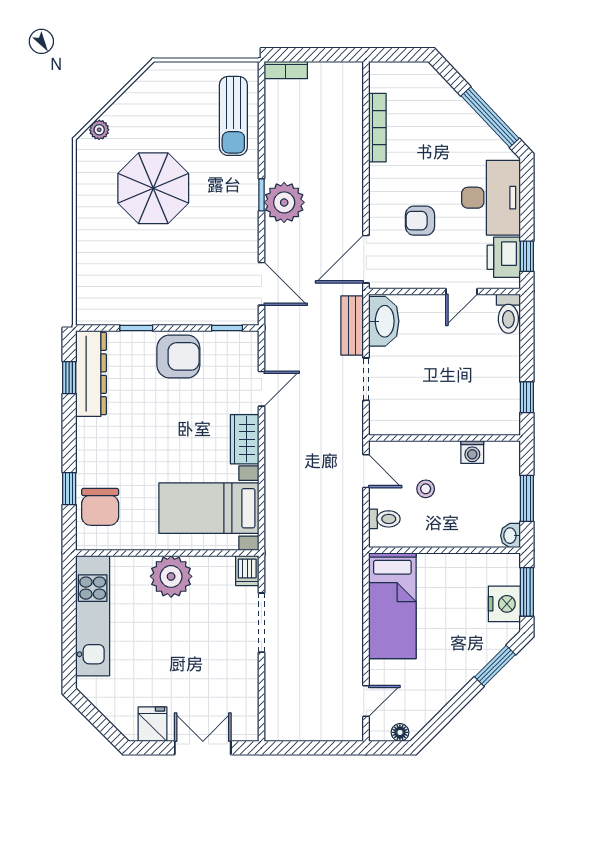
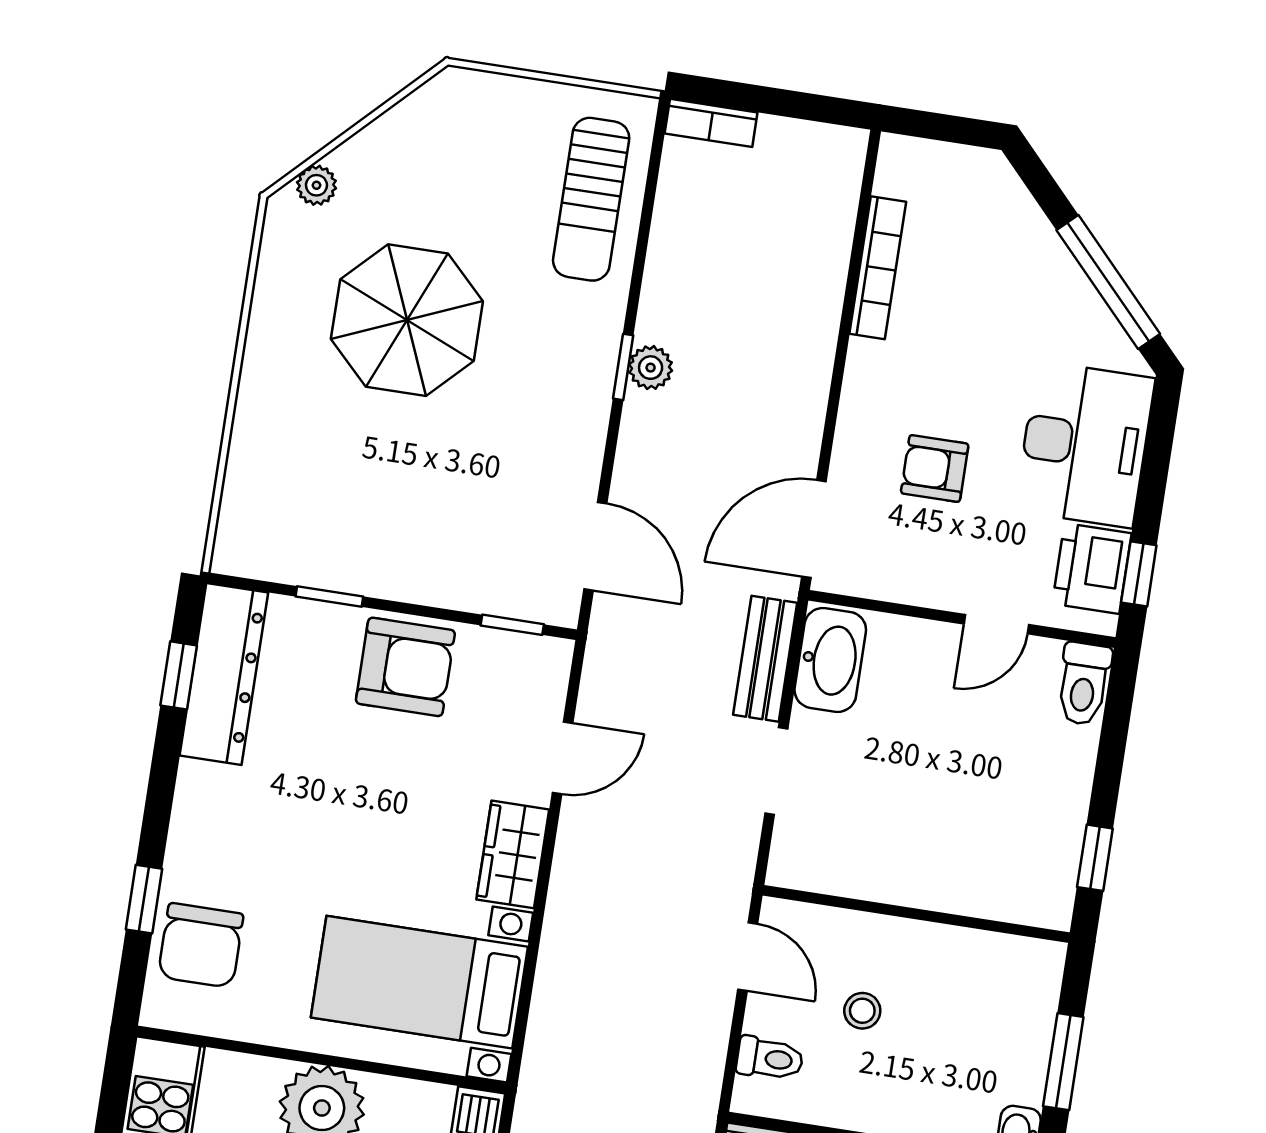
plant: (284, 202) -> (651, 368), width x0.53, depth x0.53
washing machine: (472, 452) -> (968, 951), removed

